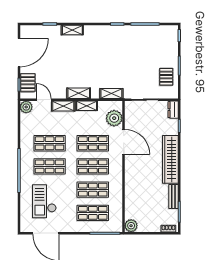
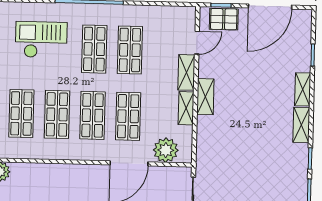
door: (19, 53) -> (270, 7), hinge flipped
shelving: (111, 93) -> (301, 125), moved
plant: (26, 107) -> (186, 16), removed

